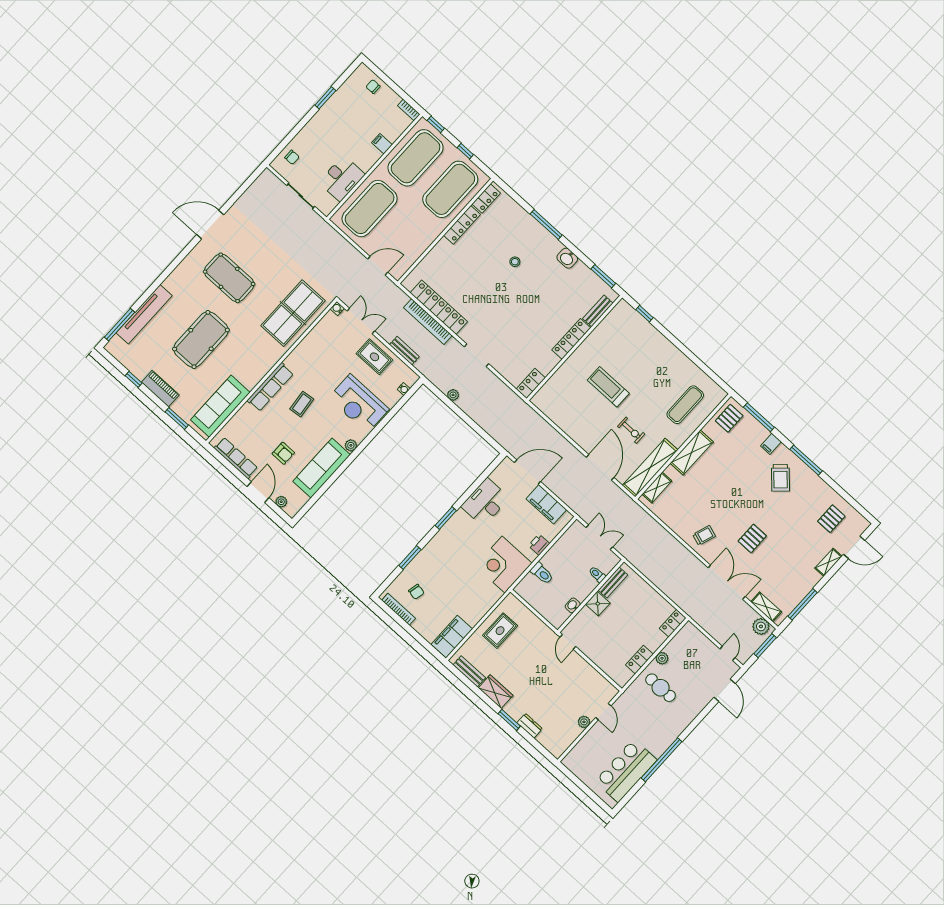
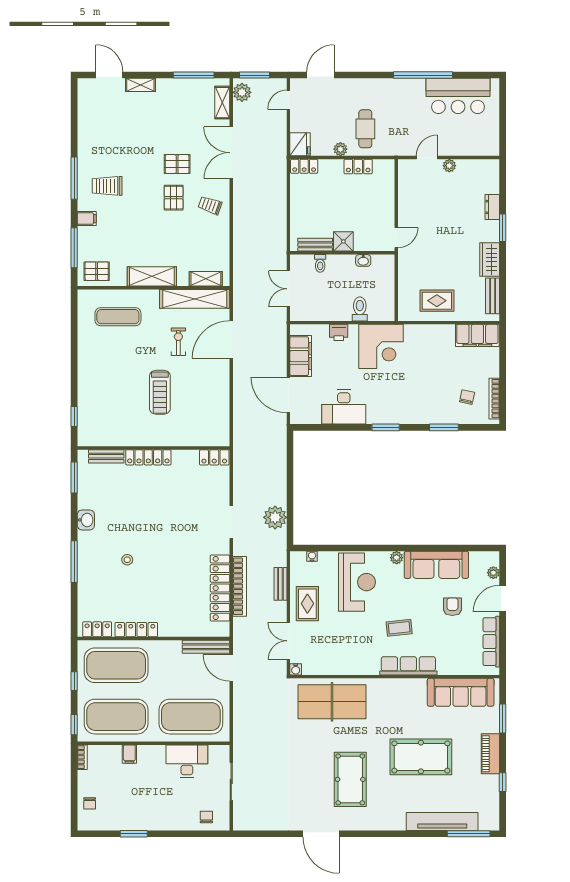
bench: (408, 262) -> (206, 647), added
plant: (453, 395) -> (275, 517), width x1.87, depth x1.87
trolley: (780, 478) -> (107, 186), turned -137
pallet: (831, 519) -> (174, 198), moved, turned 90
fridge: (690, 634) -> (300, 144), added

